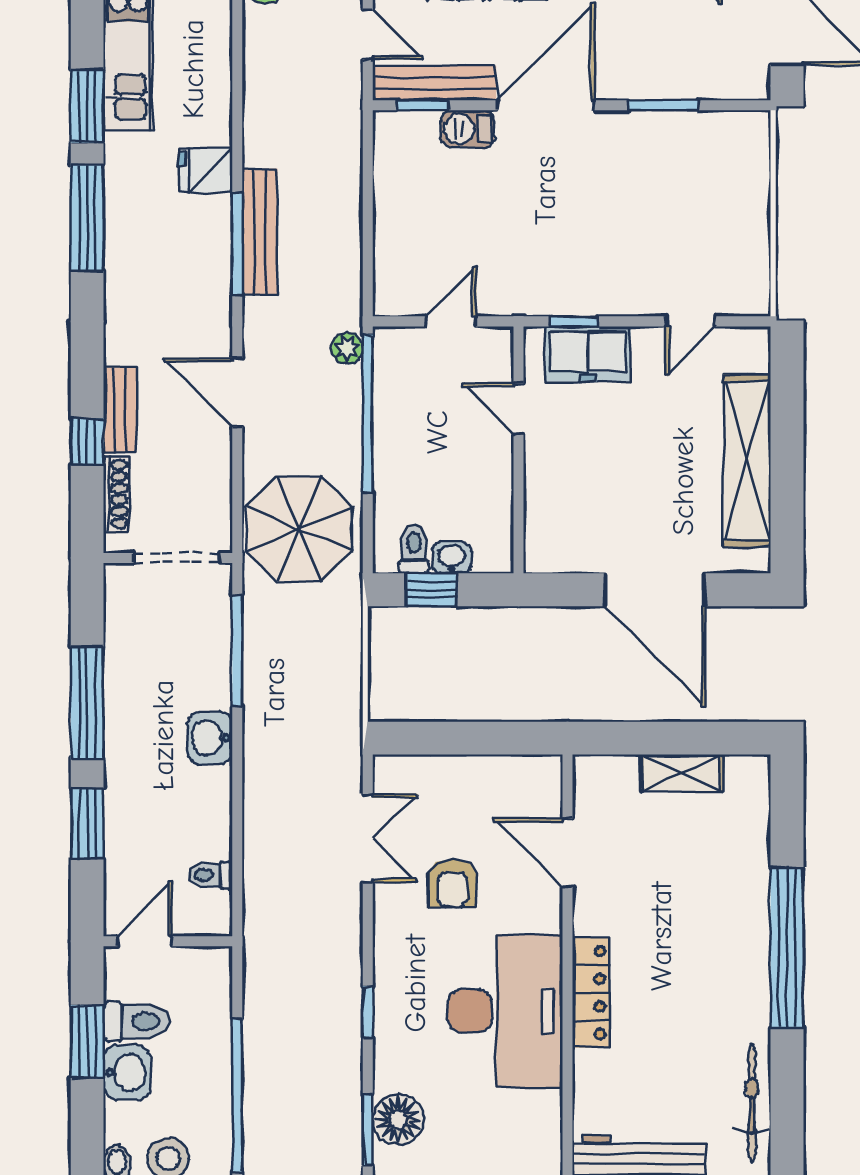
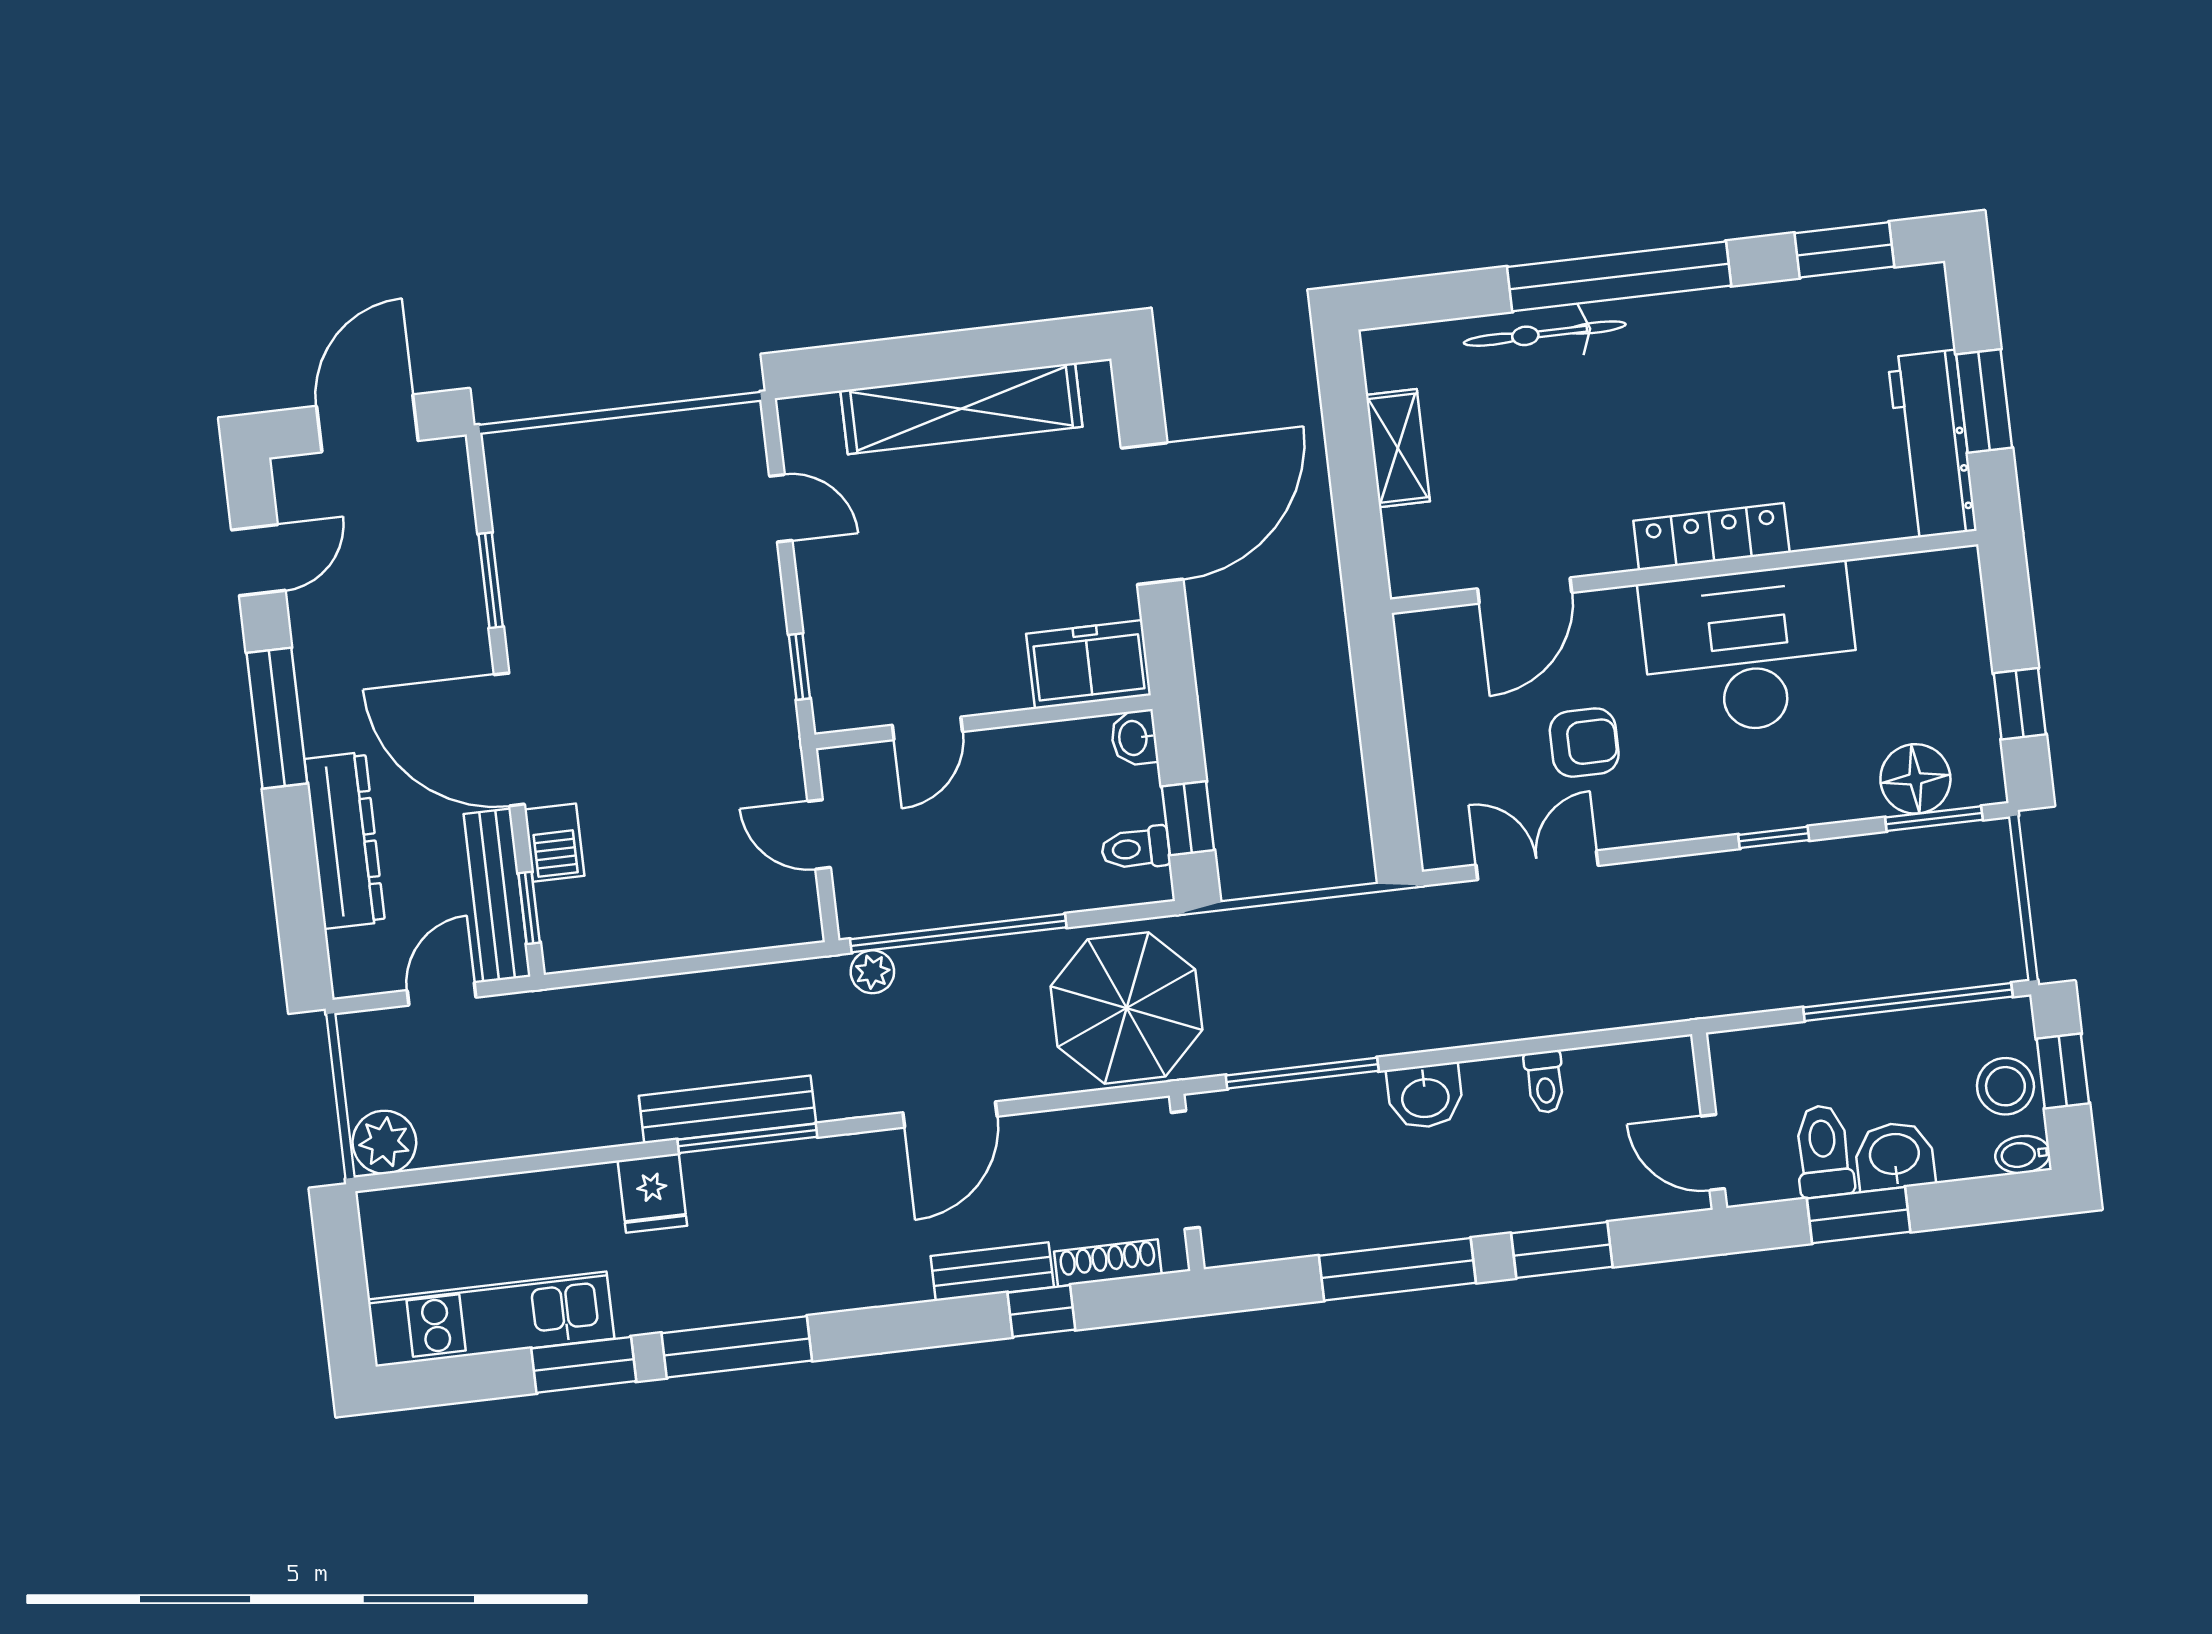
freezer: (588, 354) -> (1089, 664), moved, turned -90
washbasin: (452, 558) -> (1134, 738), moved
toilet: (210, 875) -> (1545, 1082), moved
bicycle: (752, 1102) -> (1545, 334), moved
window: (787, 1113) -> (1844, 250), added

